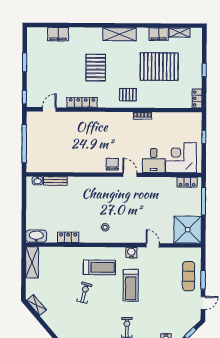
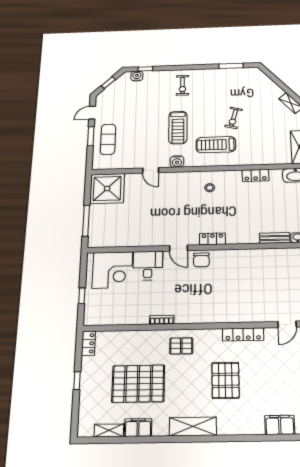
locker: (187, 182) -> (212, 239), moved
treadmill: (131, 285) -> (178, 128), turned 180

